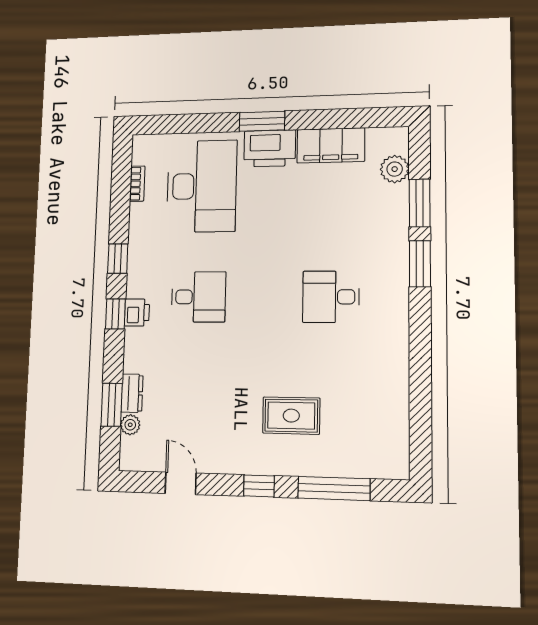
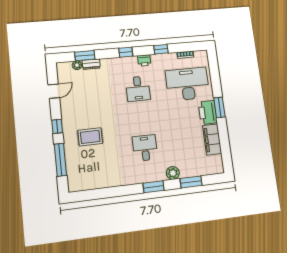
plant: (395, 169) -> (173, 173), moved
desk: (202, 186) -> (187, 84), turned 180
window: (118, 259) -> (161, 49), moved
window: (420, 264) -> (154, 187), moved
printer: (137, 312) -> (144, 60), moved
rug: (291, 416) -> (90, 137), turned 90

